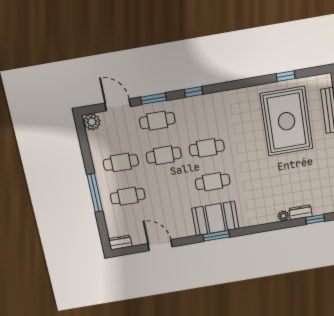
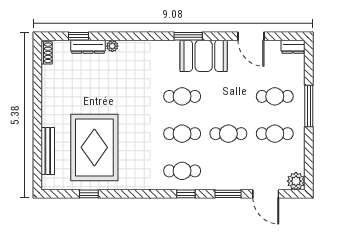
cafe table: (157, 121) -> (182, 171), moved
dresser: (300, 212) -> (88, 47), width x1.44
booth: (215, 218) -> (204, 56), moved

